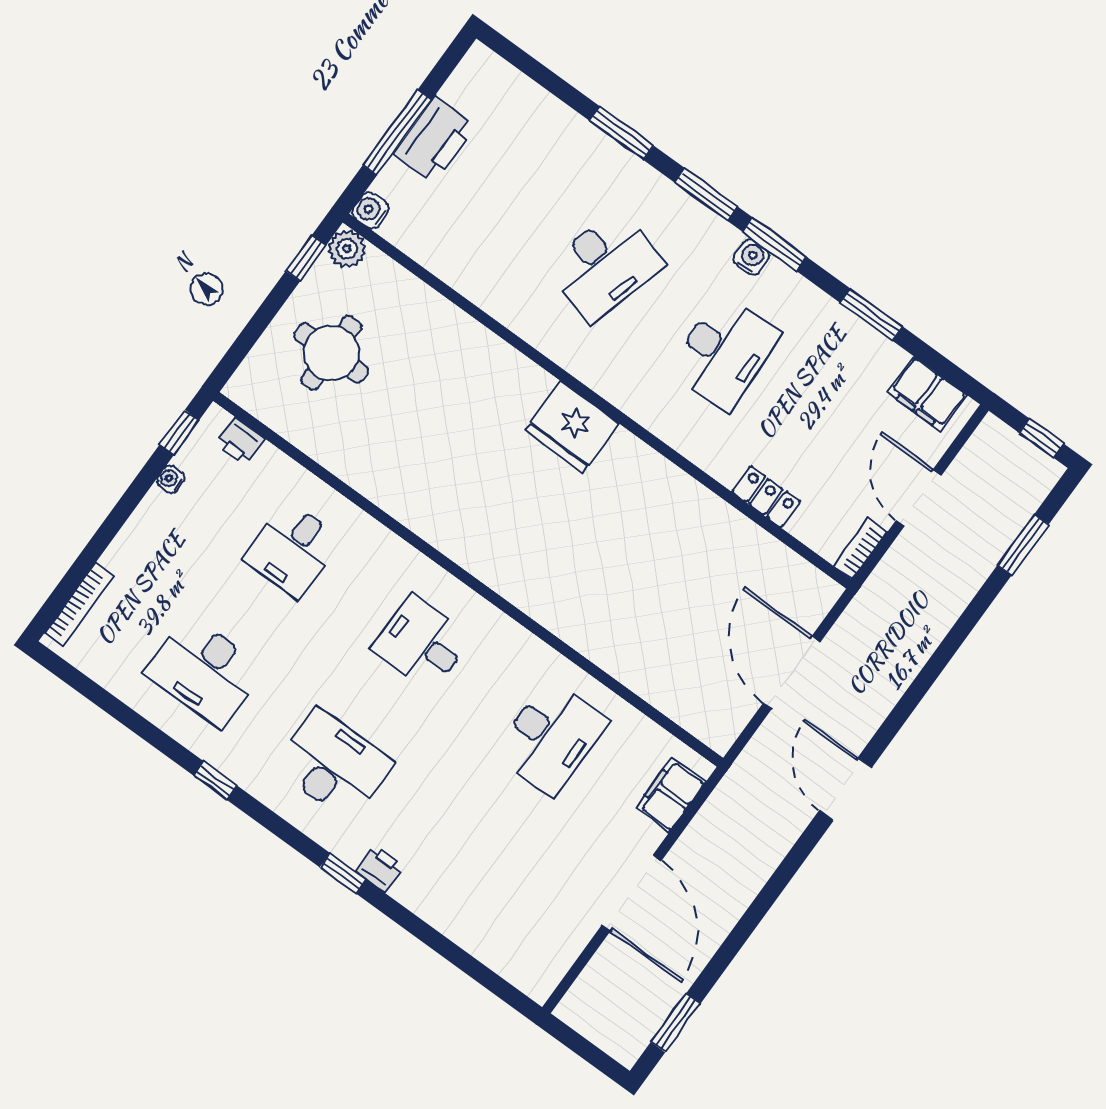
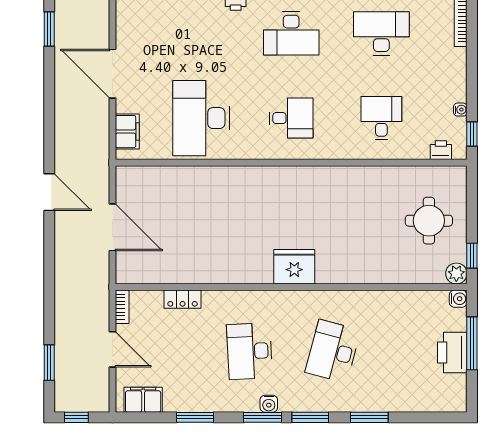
desk: (551, 737) -> (201, 118), width x1.36, depth x1.30

